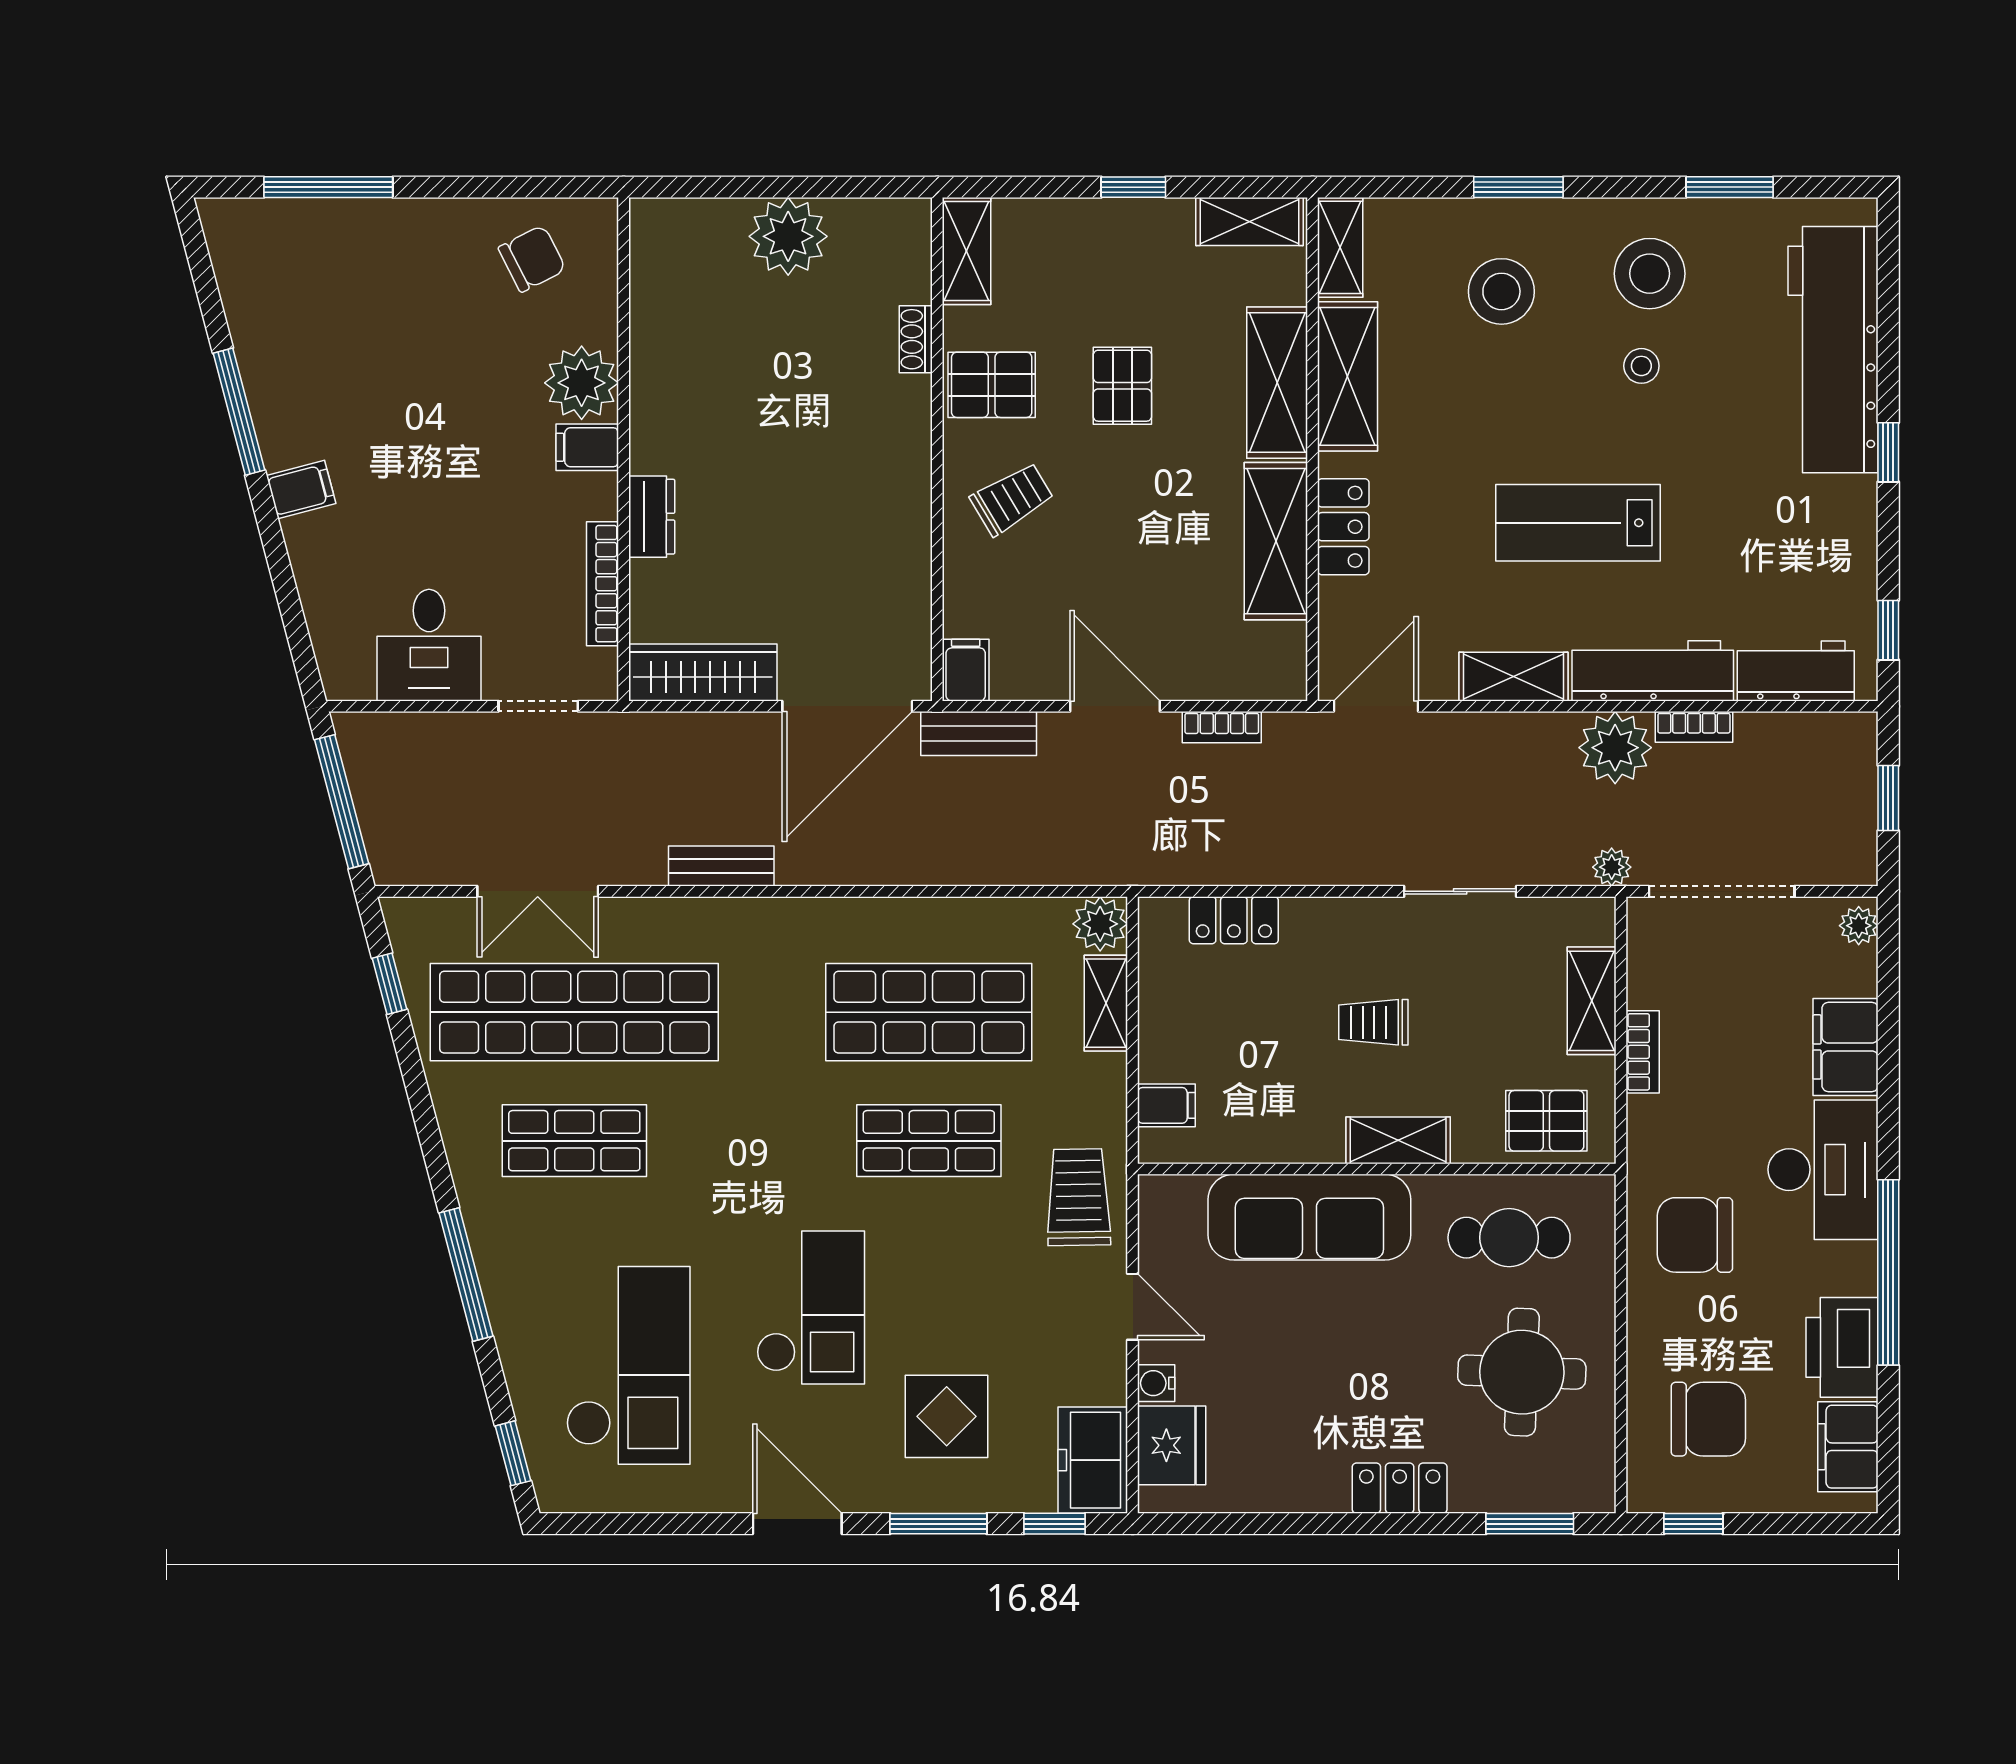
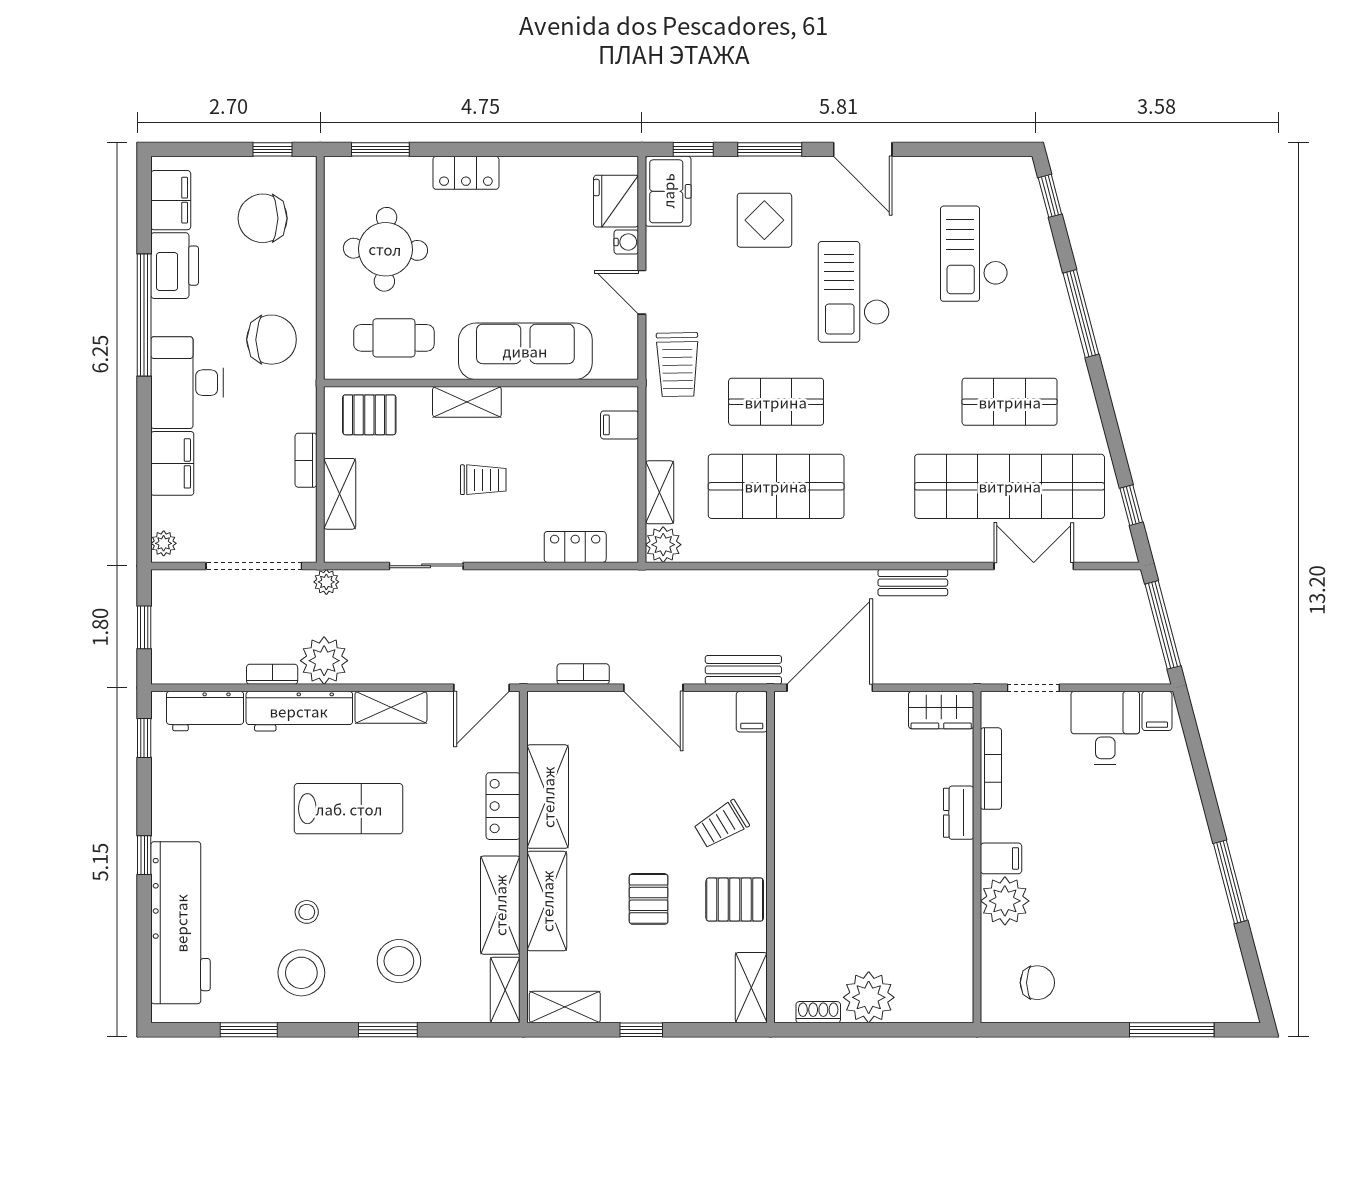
chair: (532, 259) -> (1037, 983), turned -153
shoe rack: (916, 339) -> (818, 1012), moved, turned -90
filing cabinet: (301, 490) -> (1157, 711), moved, turned -75
wardrobe: (703, 673) -> (941, 710), width x0.67
checkout: (628, 1365) -> (974, 254), width x0.73, depth x0.83

